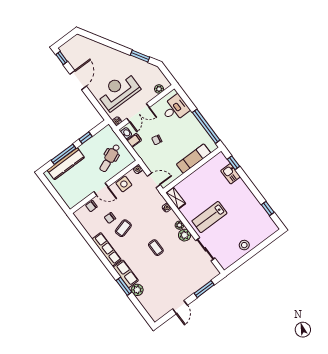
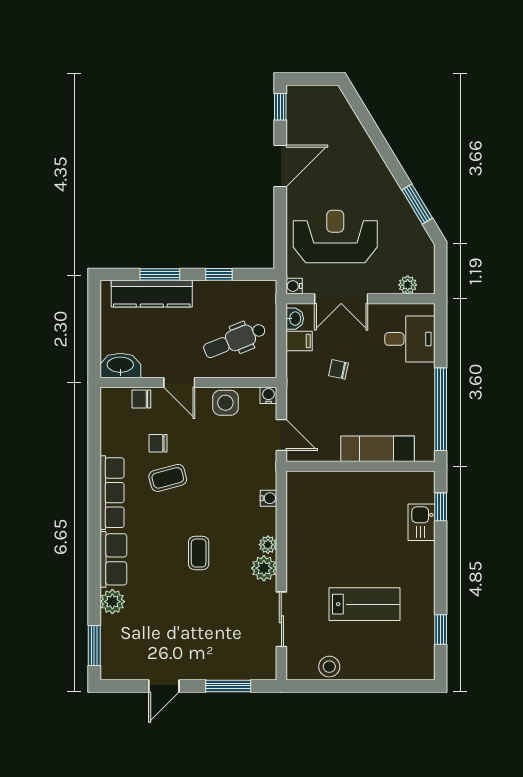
window: (63, 154) -> (160, 274), width x0.69
shelving: (176, 198) -> (296, 493), removed
washbasin: (74, 199) -> (120, 365), added
lab bench: (209, 217) -> (364, 604), moved, turned 180
stool: (244, 245) -> (329, 667), moved
window: (124, 286) -> (94, 646), moved

